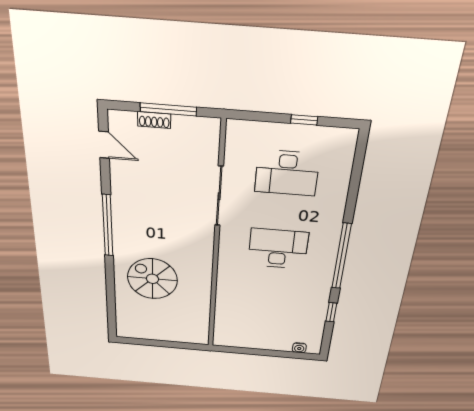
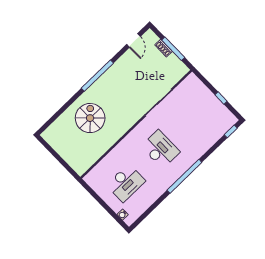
desk: (287, 173) -> (126, 183), moved, turned -90
window: (331, 312) -> (231, 131), moved

